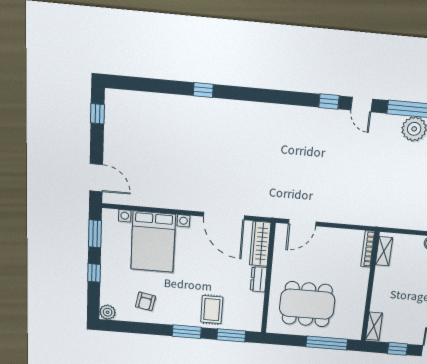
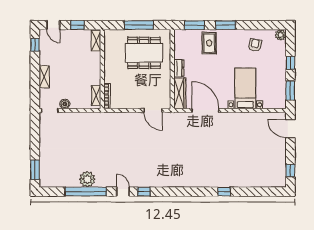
door: (302, 223) -> (153, 110), swing flipped
bed with nightstands: (153, 242) -> (245, 88), width x0.73
window: (327, 343) -> (139, 25), moved

